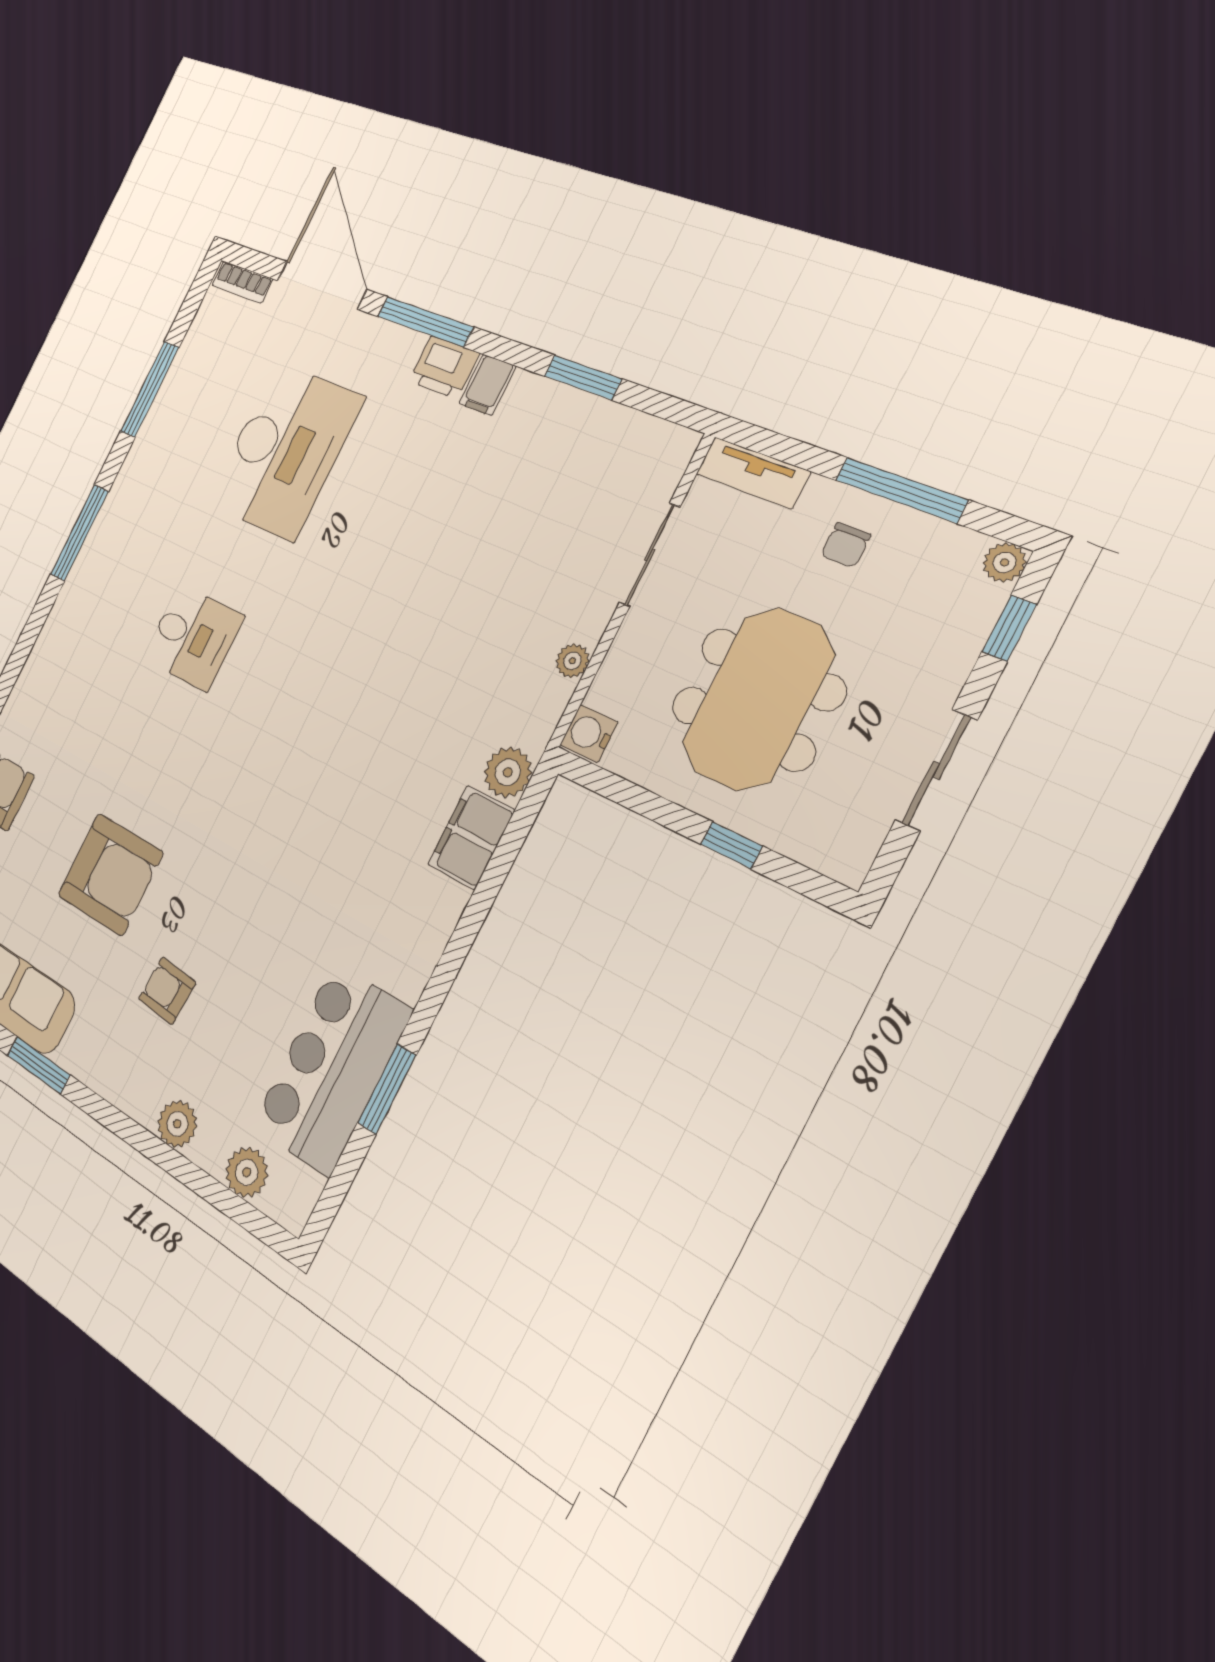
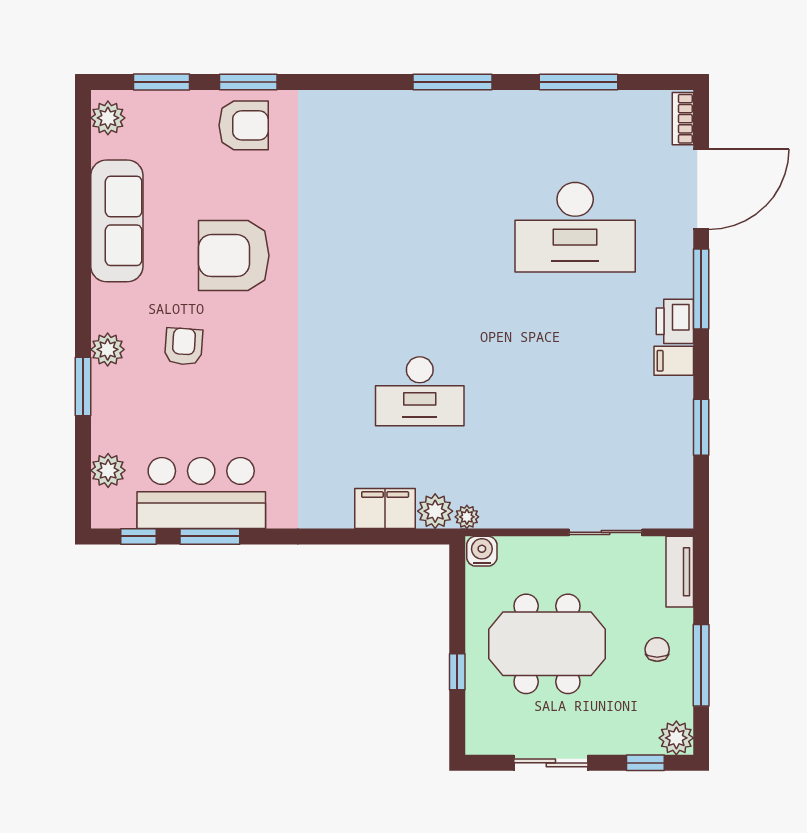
chair: (846, 545) -> (657, 649), turned 90
plant: (1004, 562) -> (676, 738), width x1.38, depth x1.38
desk: (193, 637) -> (420, 391), moved, width x1.37
plant: (572, 661) -> (467, 517), moved
armchair: (110, 874) -> (234, 256), turned 90
window: (39, 1065) -> (83, 387), moved
plant: (177, 1124) -> (108, 349), moved
window: (339, 1183) -> (139, 536), added

